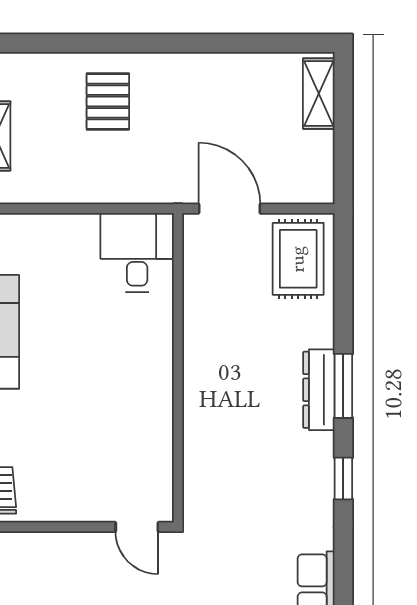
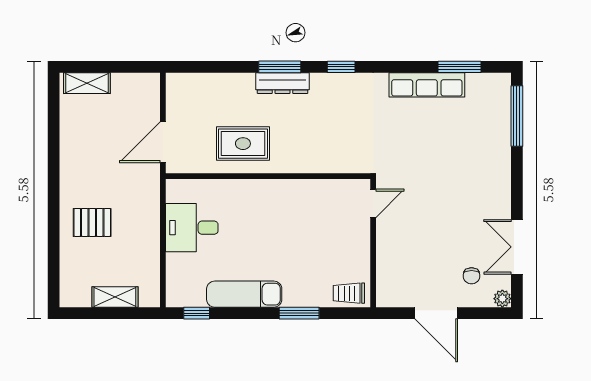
desk: (137, 252) -> (192, 228), moved
rug: (298, 259) -> (243, 144), moved

